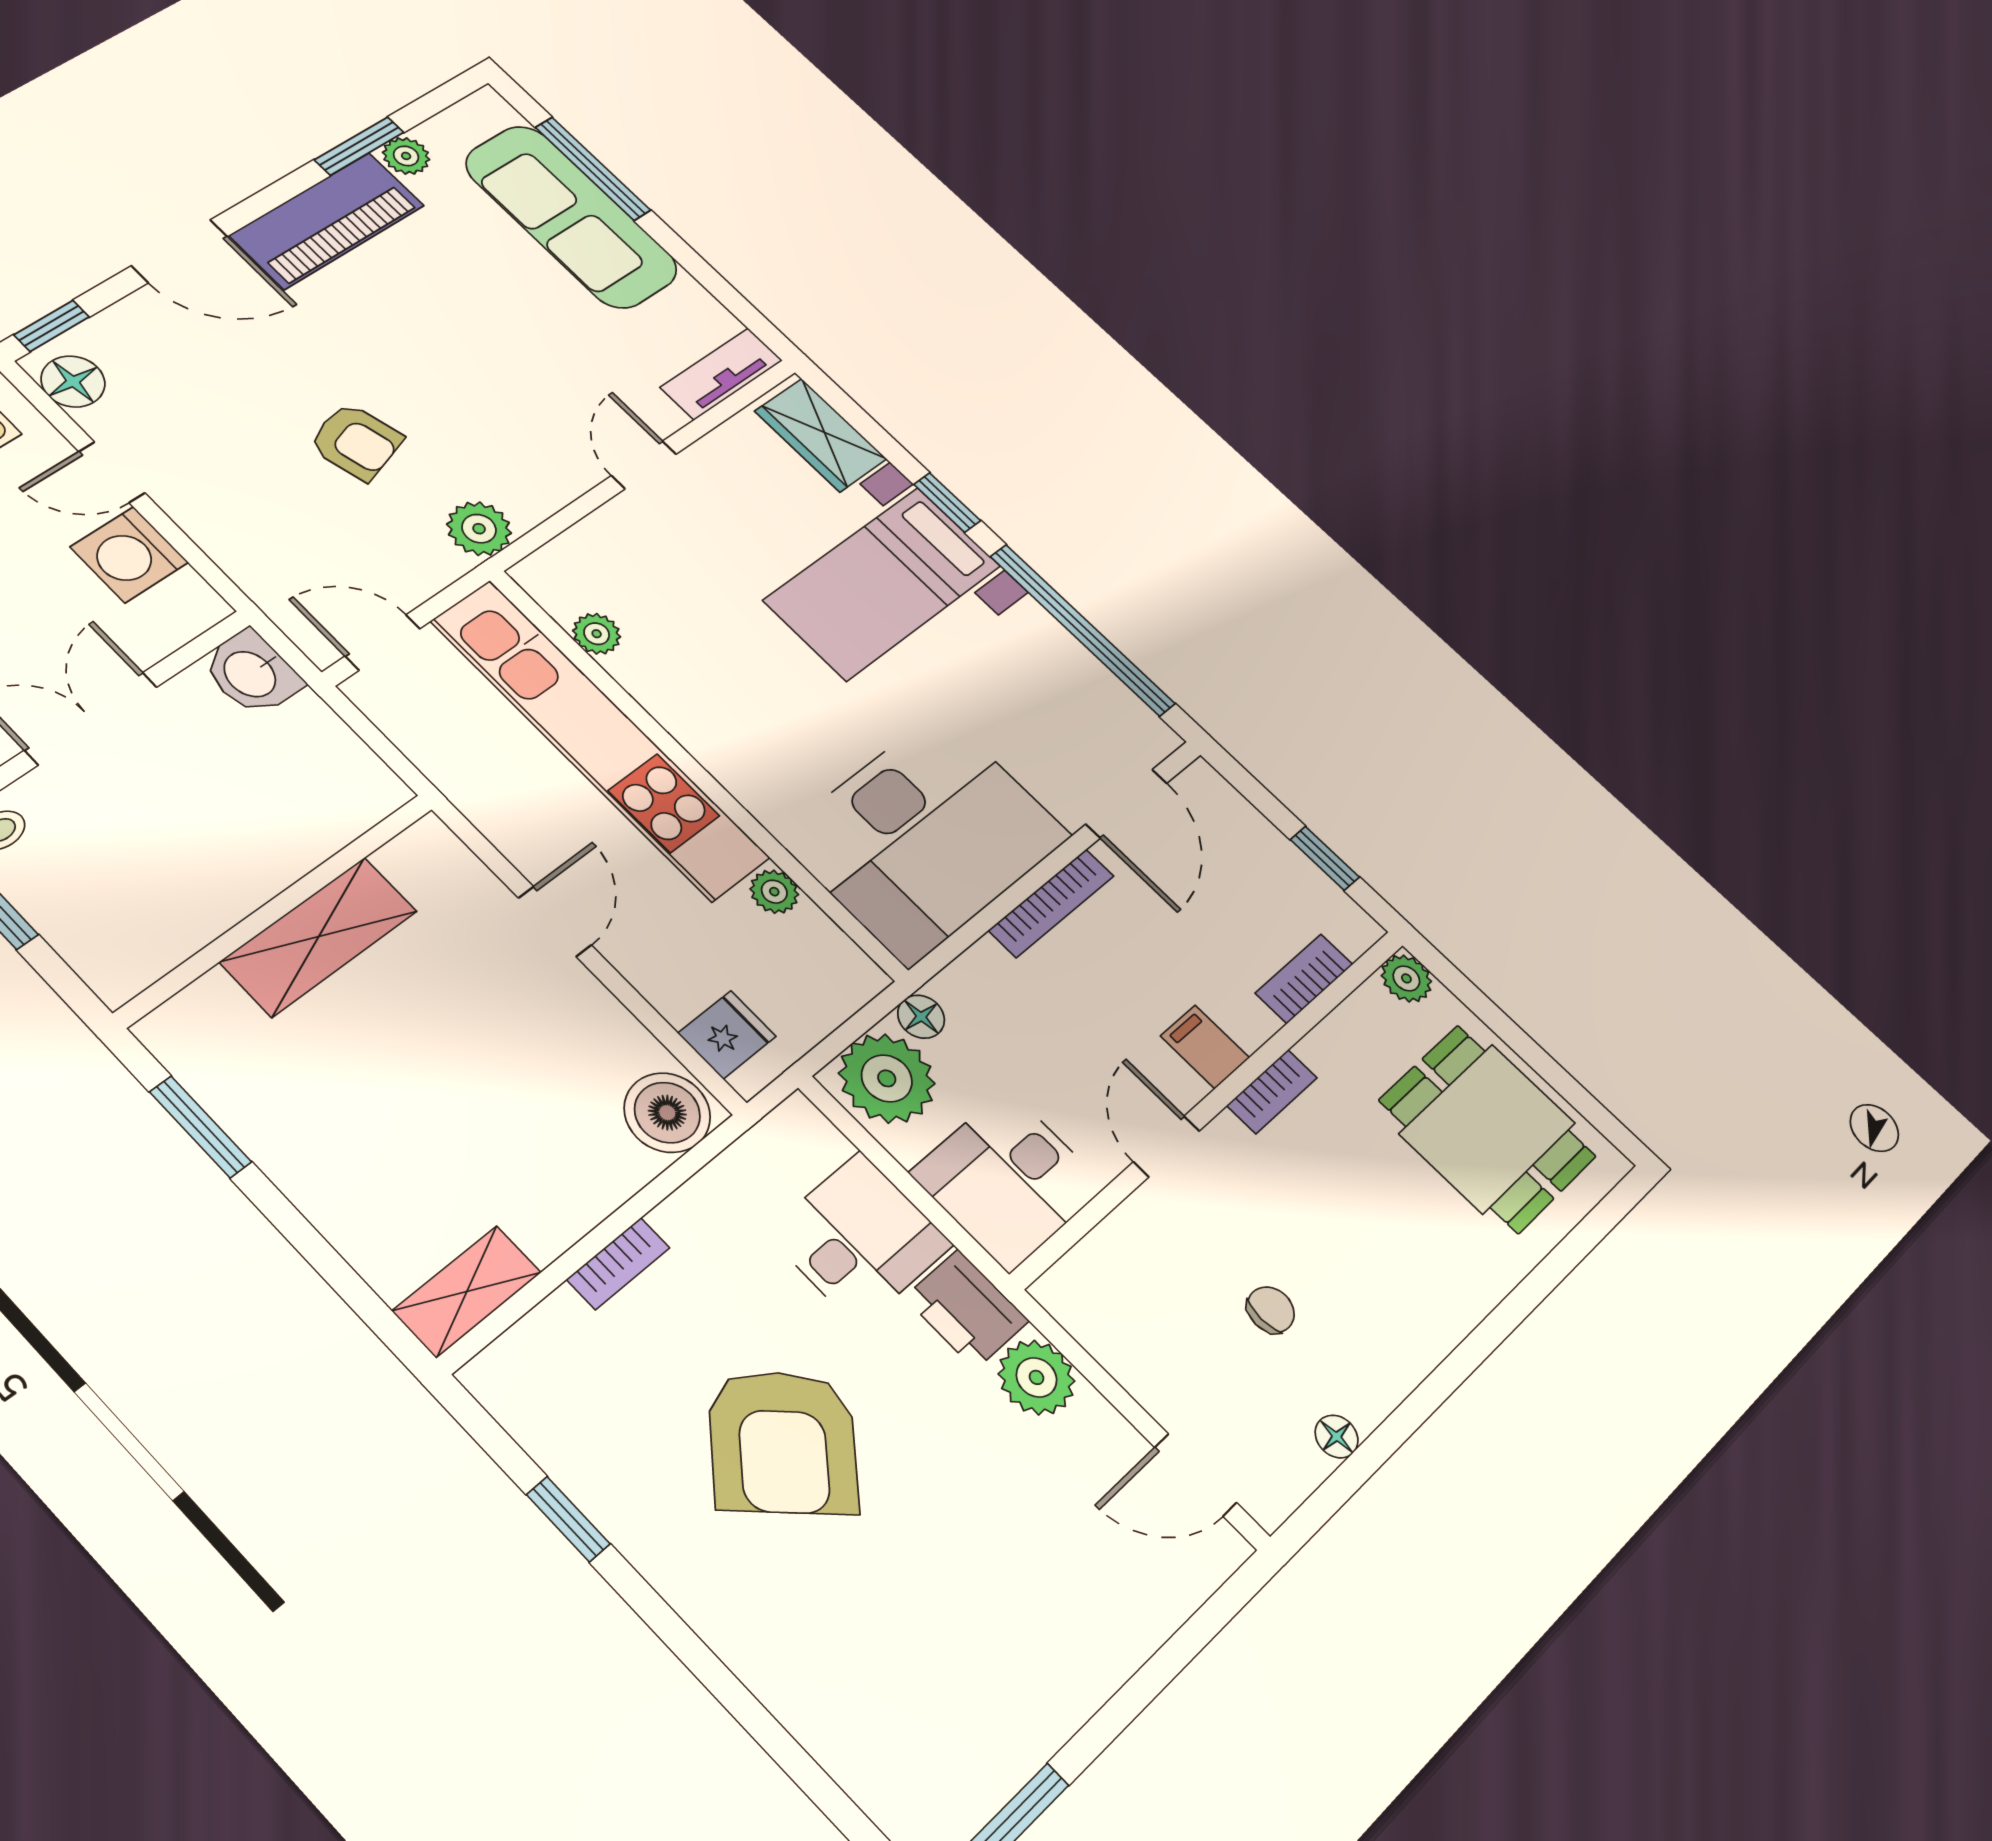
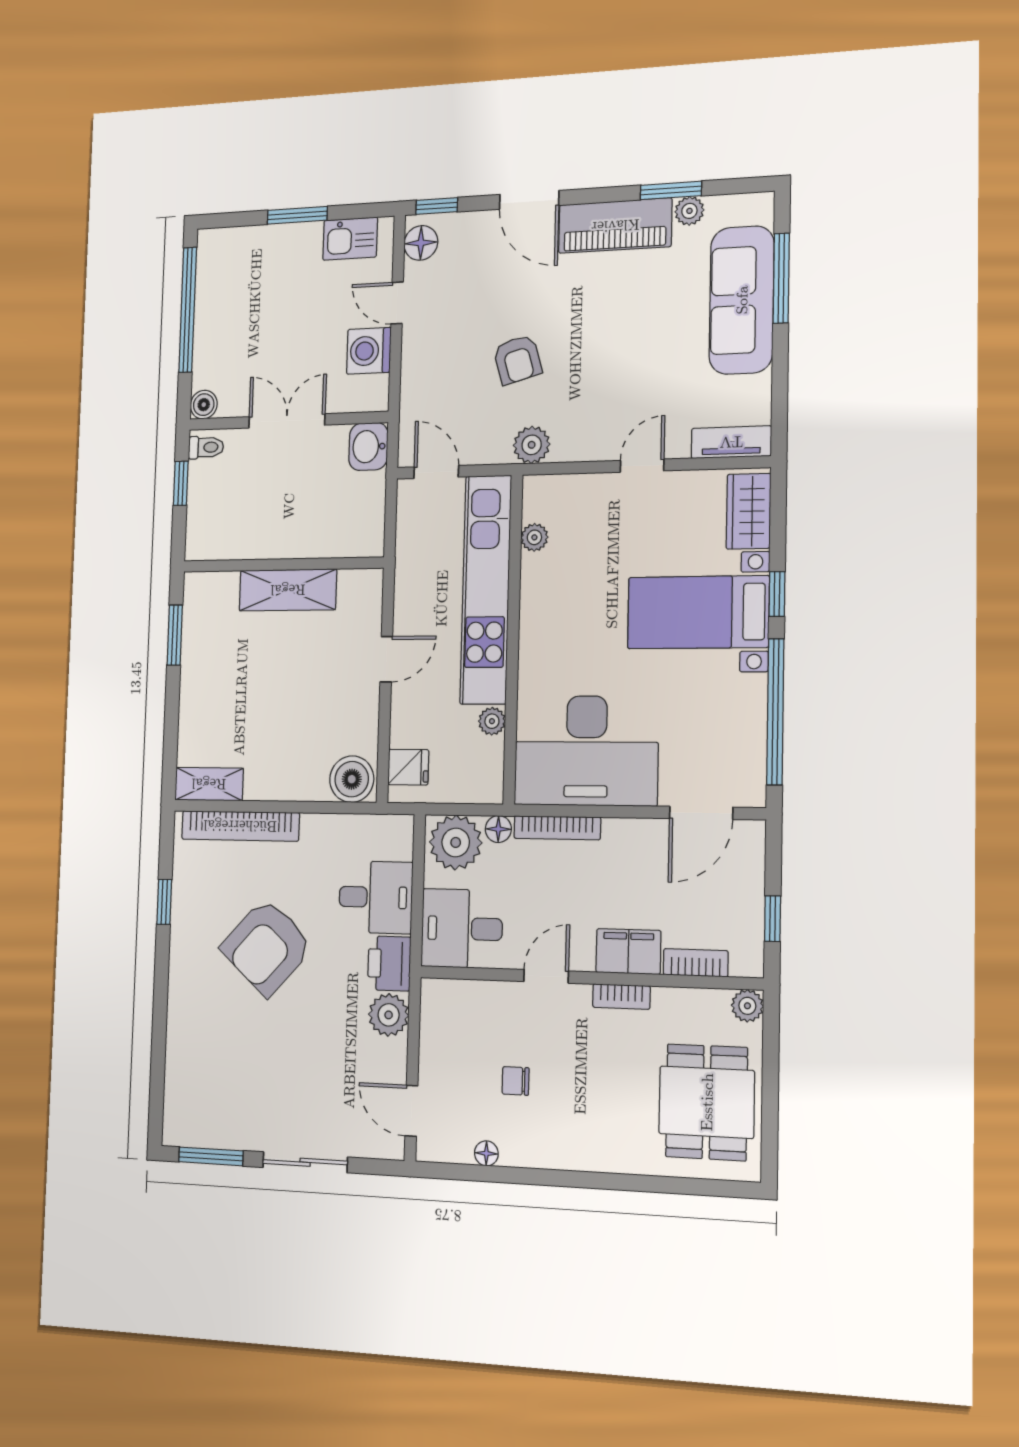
bookcase: (1051, 903) -> (557, 828), moved
filing cabinet: (1205, 1047) -> (628, 951), width x2.00
bookcase: (618, 1264) -> (240, 826), width x2.31, depth x1.31
chair: (1271, 1310) -> (516, 1081), turned 180
sliding door: (1142, 1689) -> (305, 1162), added

